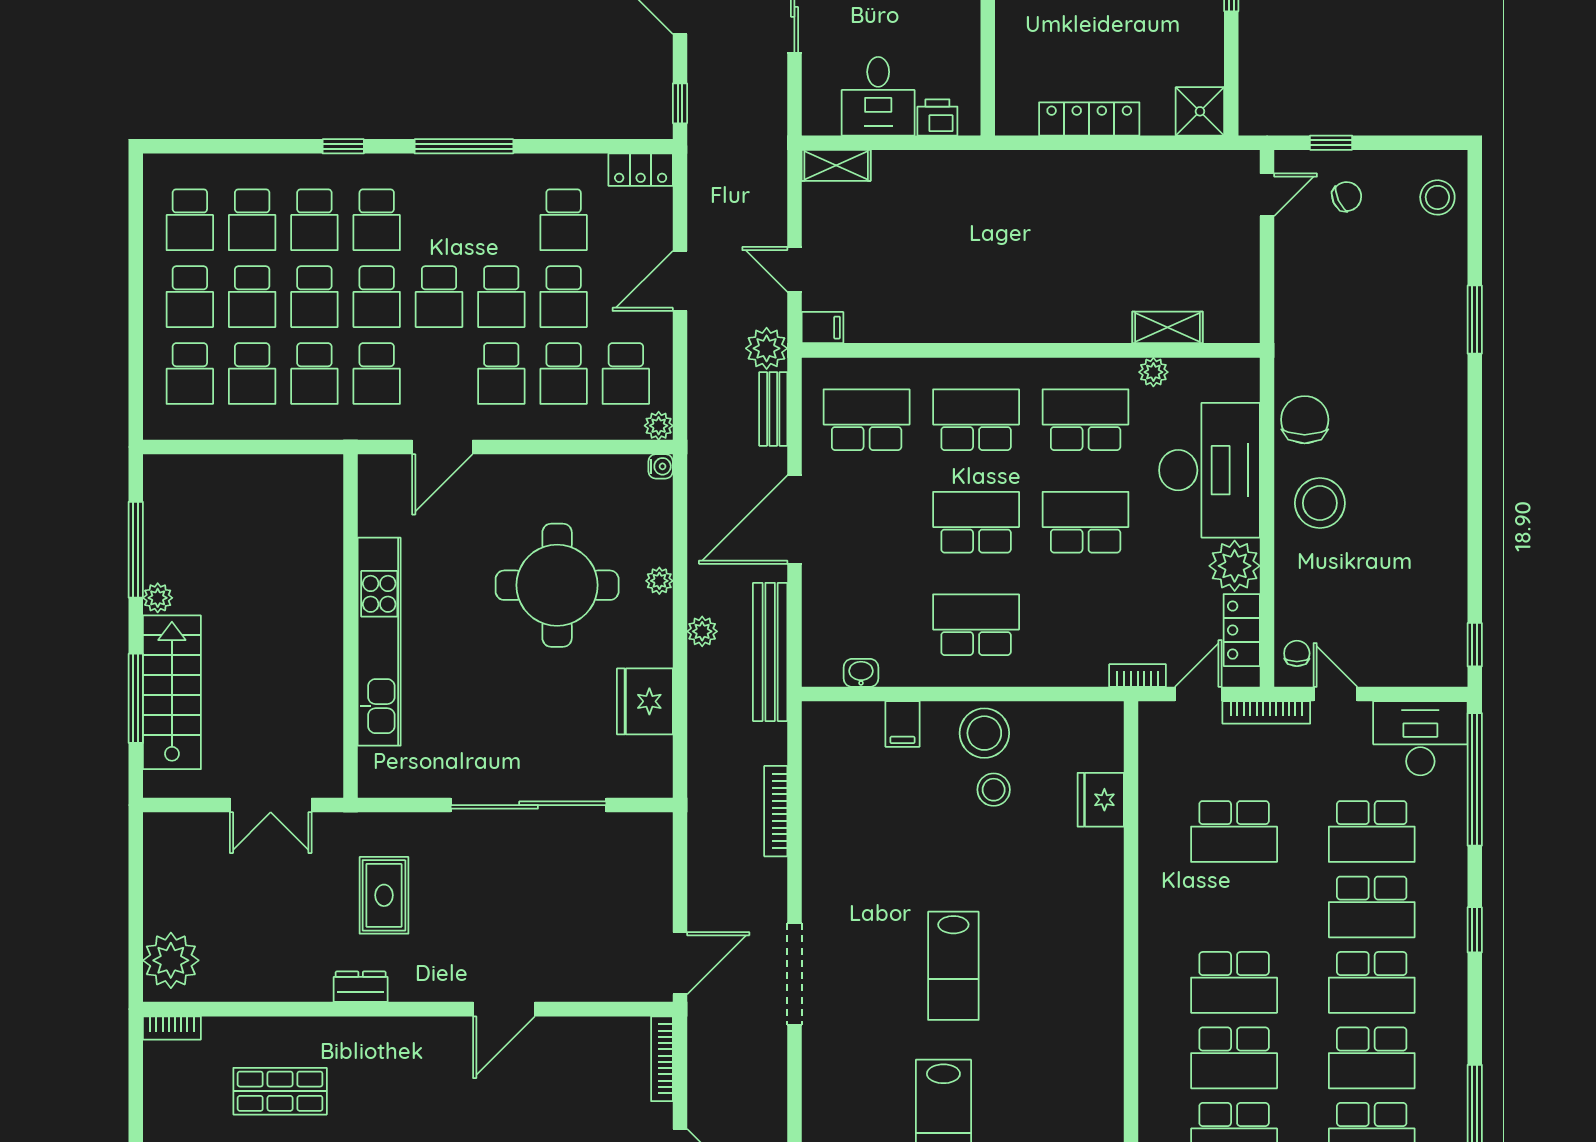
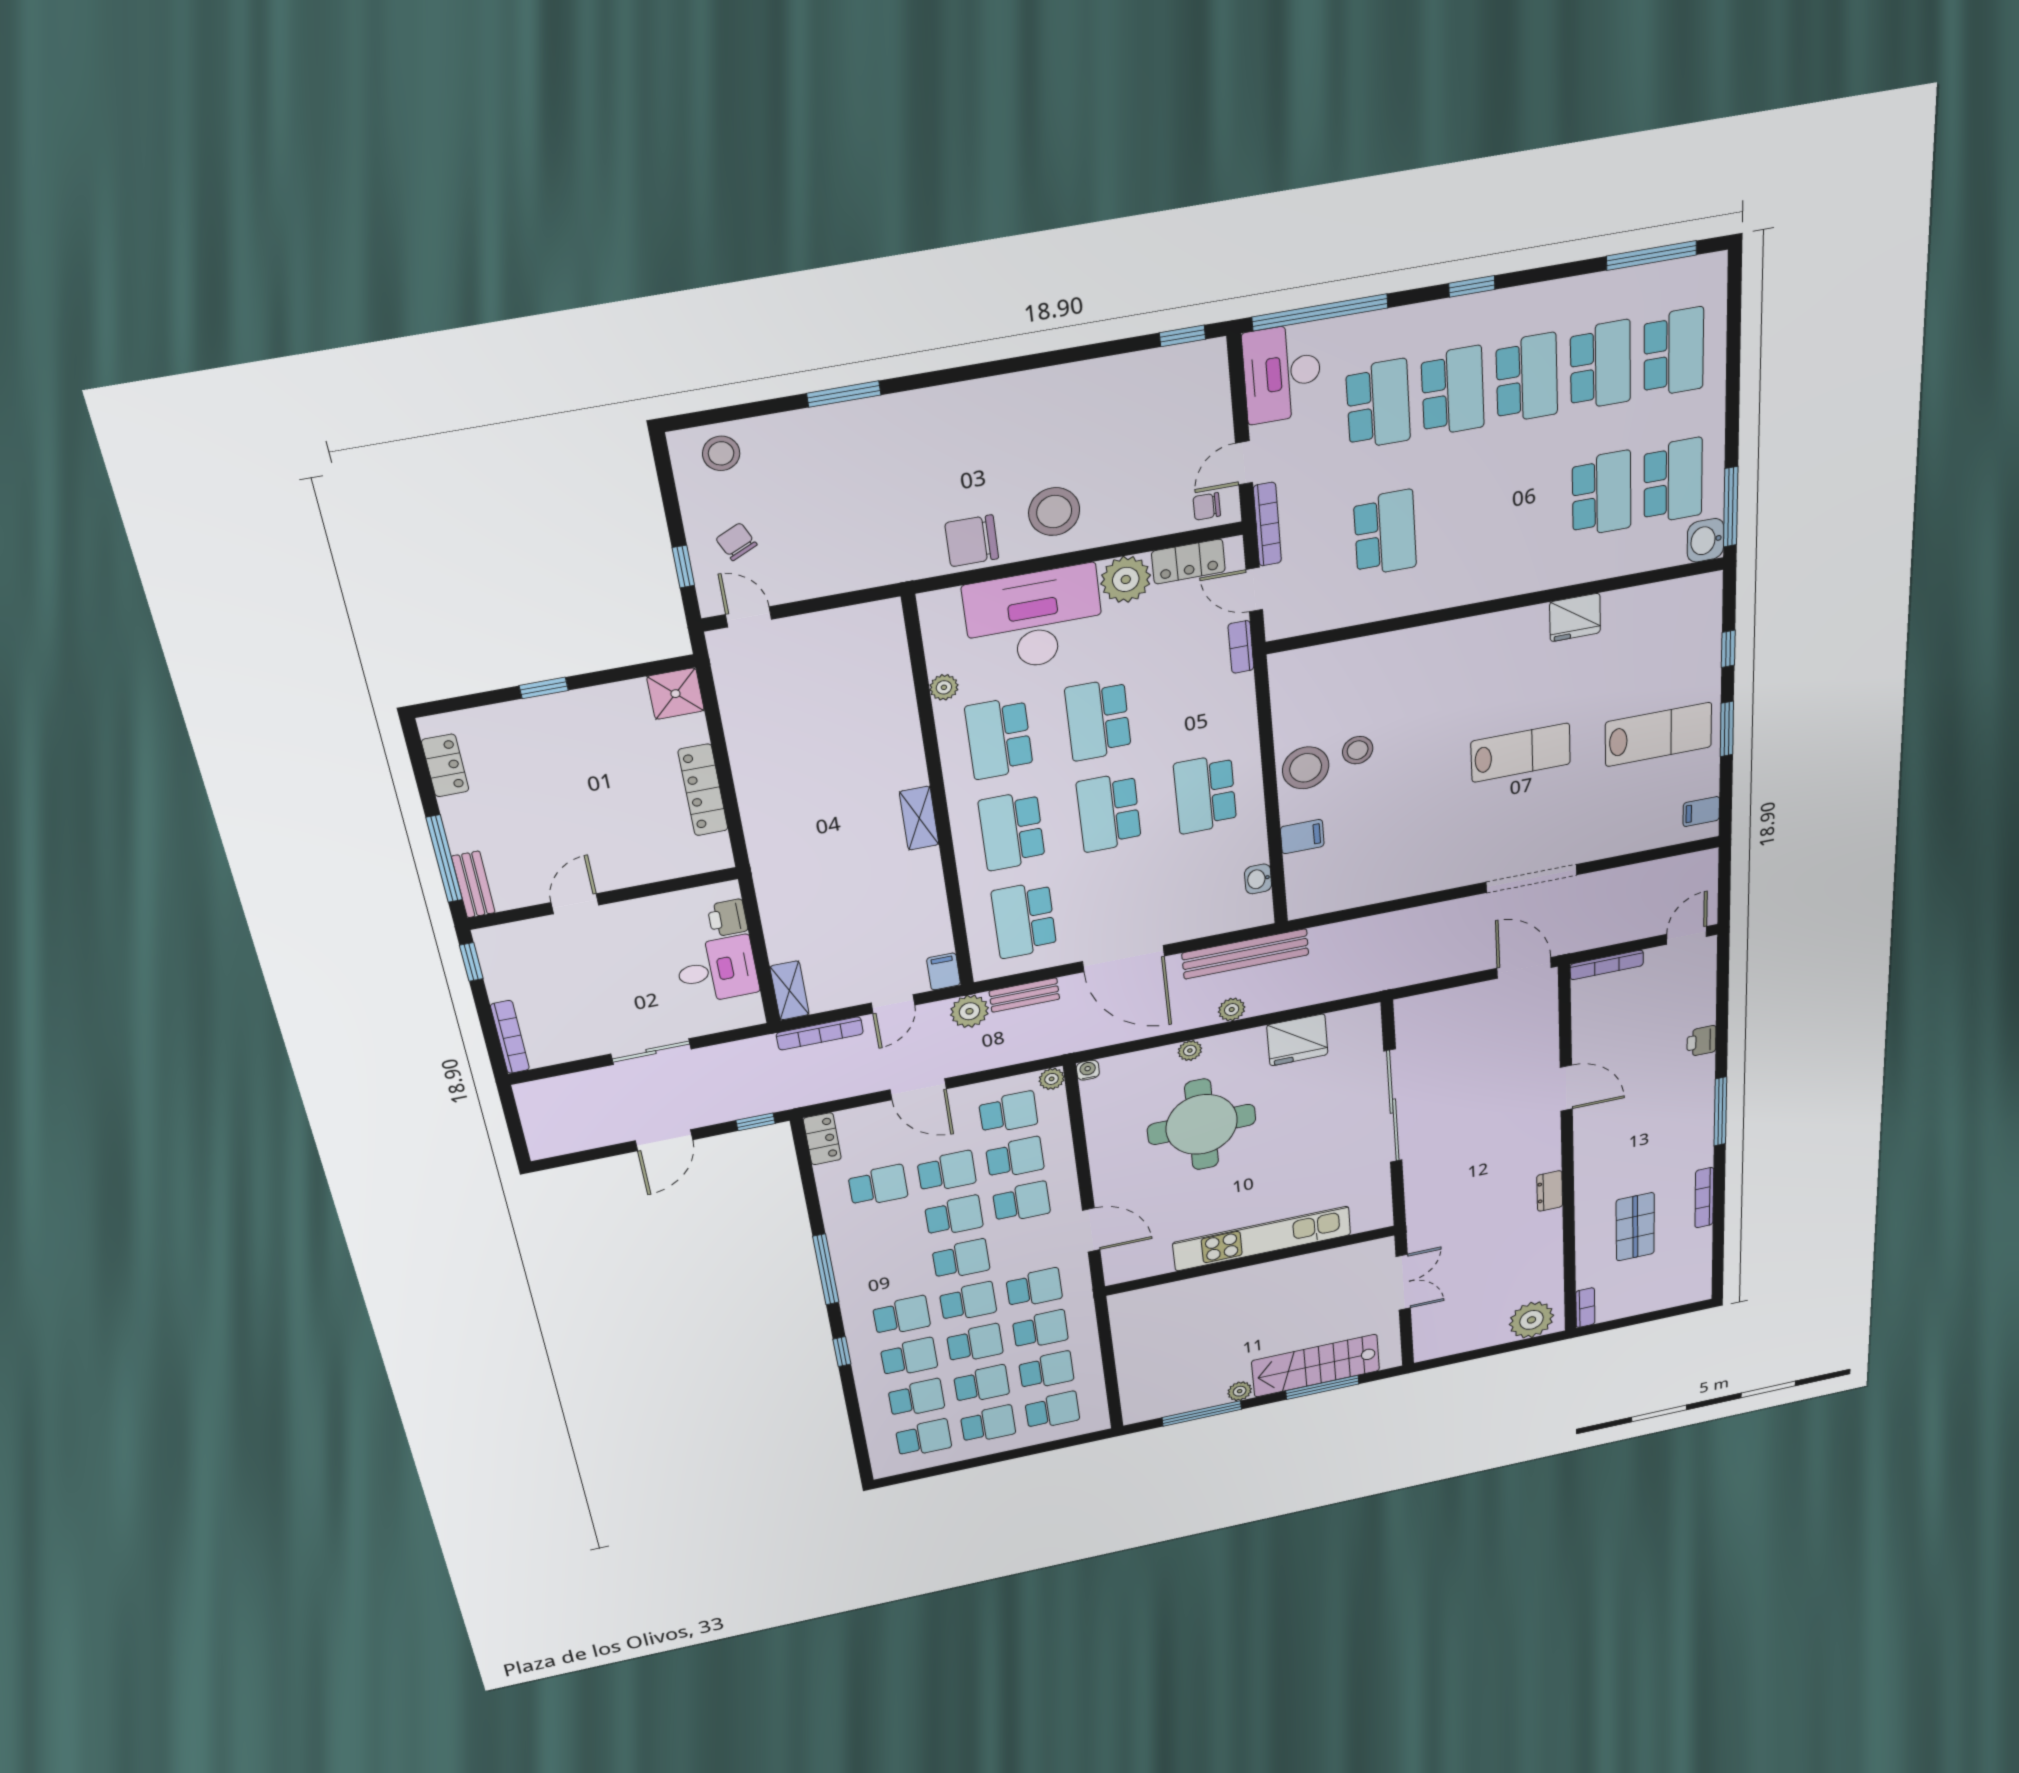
shelving: (1167, 327) -> (919, 818), moved
fridge: (1101, 800) -> (1575, 617), moved
bookcase: (776, 811) -> (820, 1033), moved
rug: (384, 895) -> (1474, 1191), removed
school desk: (1234, 982) -> (1530, 507), removed

